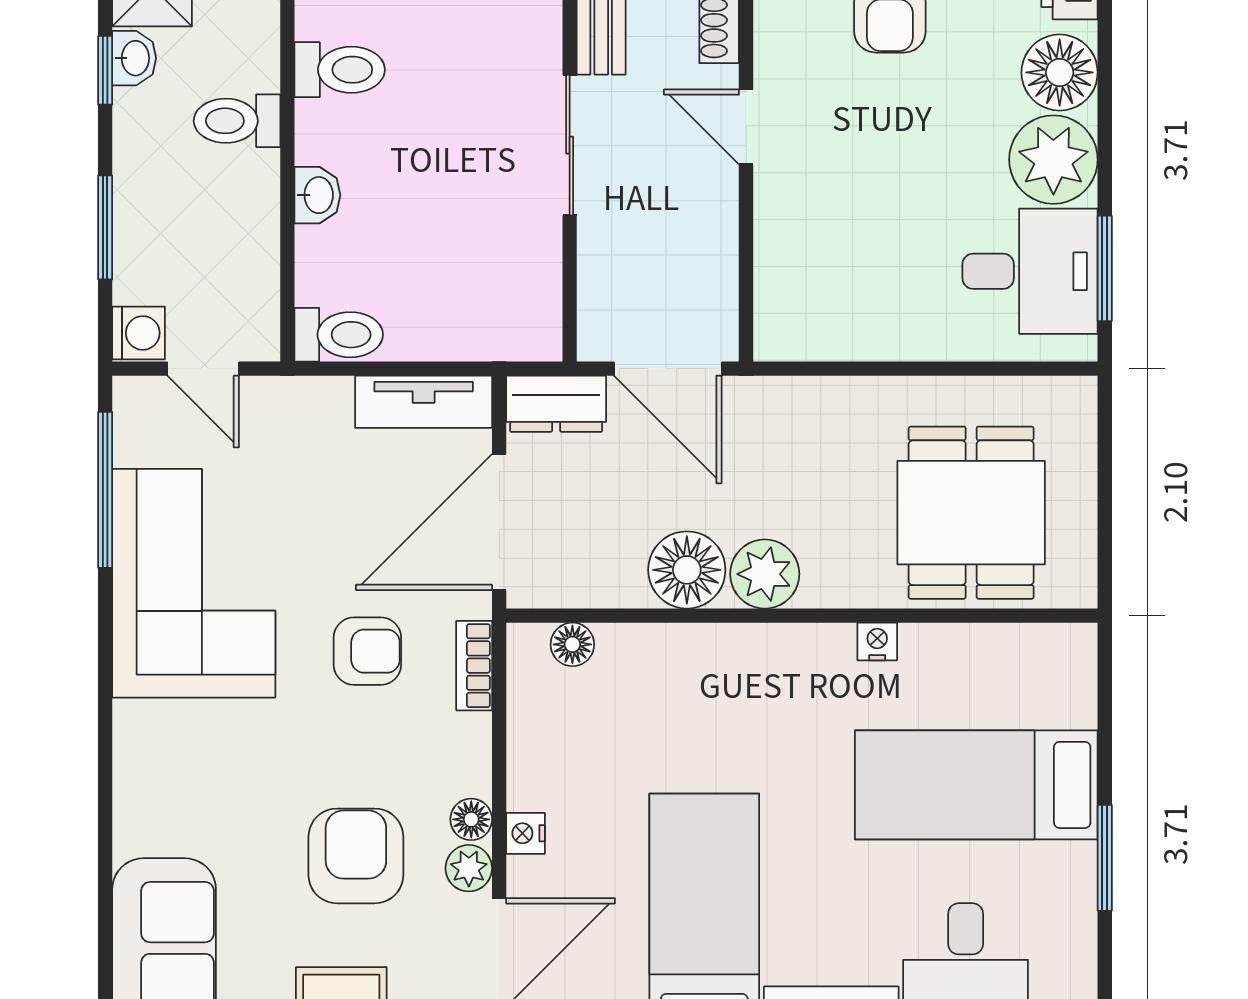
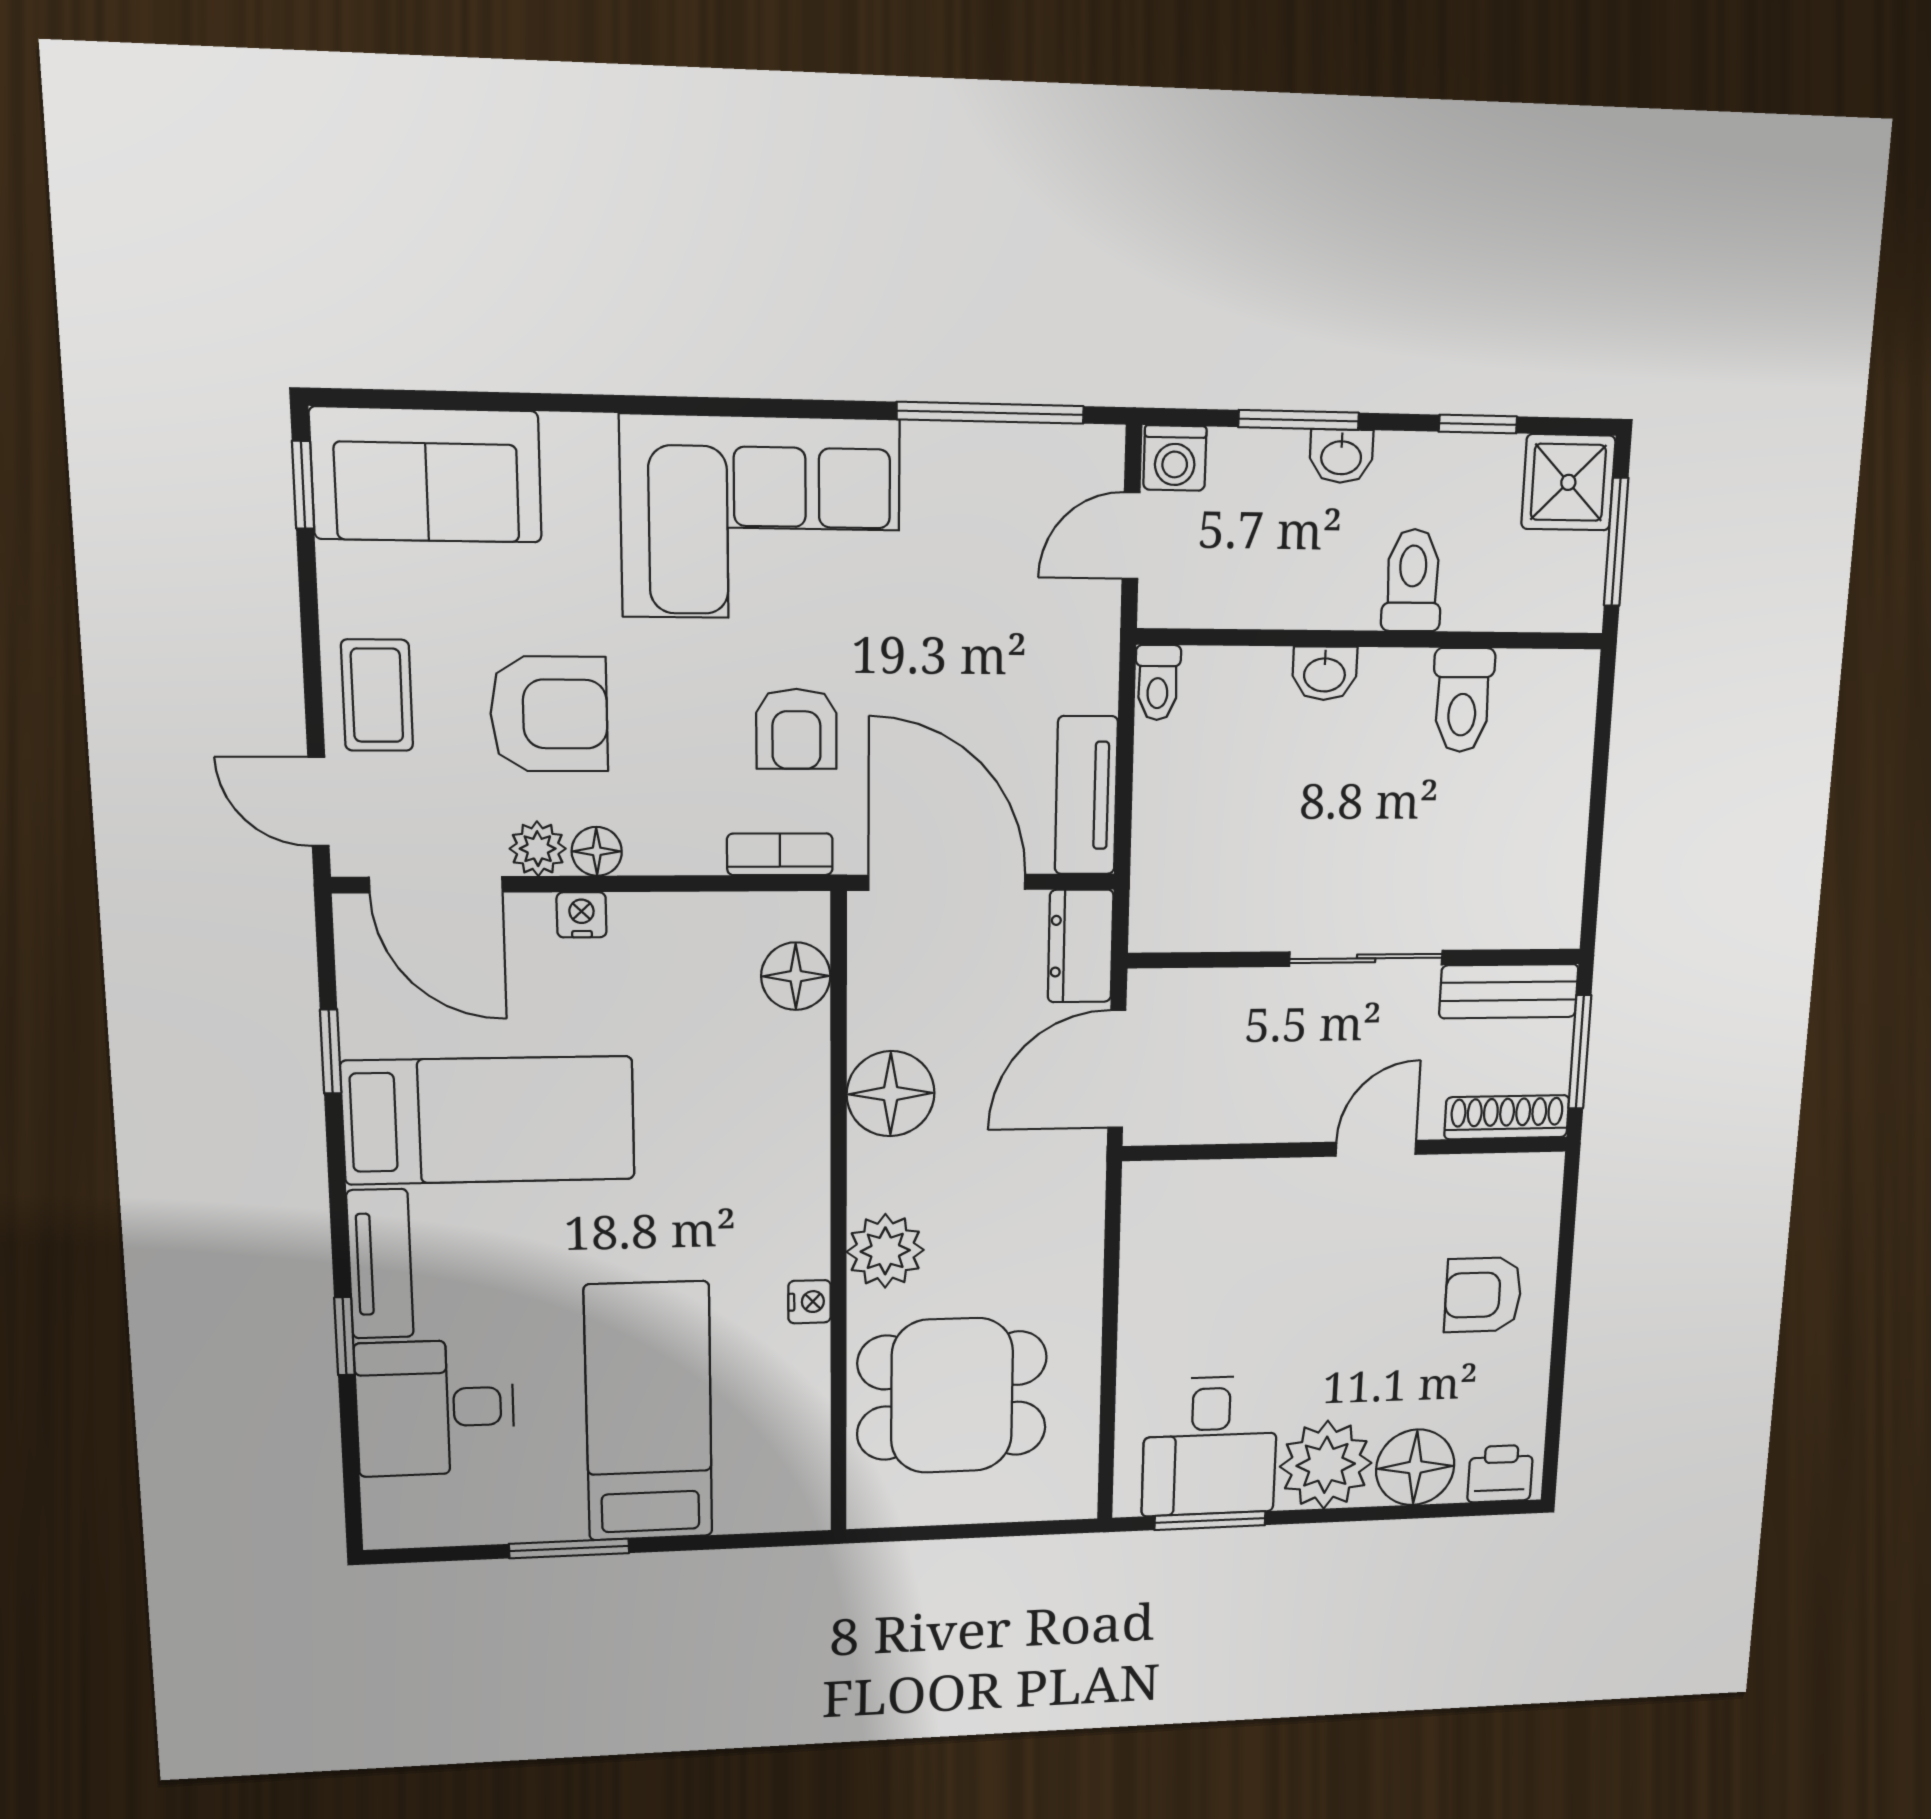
washbasin: (134, 58) -> (1341, 456), moved
toilet: (339, 335) -> (1158, 683), width x0.73, depth x0.72
plant: (765, 574) -> (885, 1251), moved
corner sofa: (194, 583) -> (761, 518), moved
floor lamp: (572, 644) -> (796, 976), width x1.37, depth x1.37

